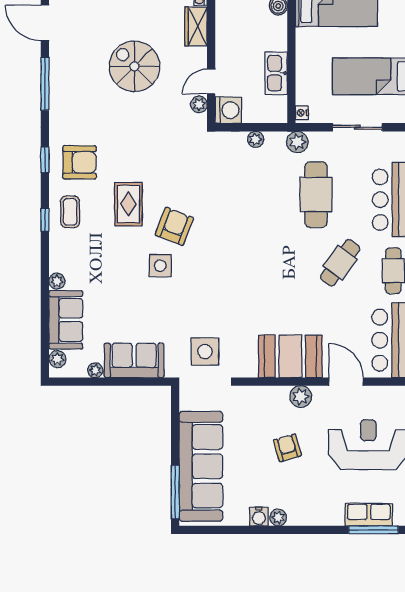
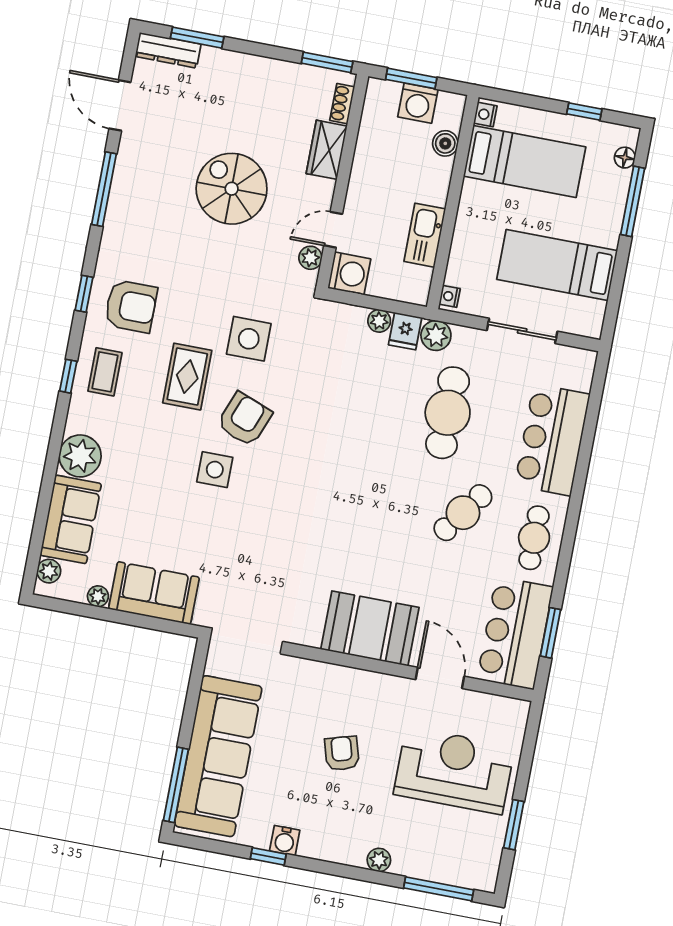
fridge: (275, 143) -> (405, 331), added
plant: (57, 281) -> (80, 456), width x1.88, depth x1.88
side table: (205, 351) -> (249, 339), moved
plant: (301, 397) -> (374, 686), removed
row of seats: (369, 515) -> (436, 867), removed
plant: (278, 518) -> (379, 860), moved
window: (250, 530) -> (268, 856), added

